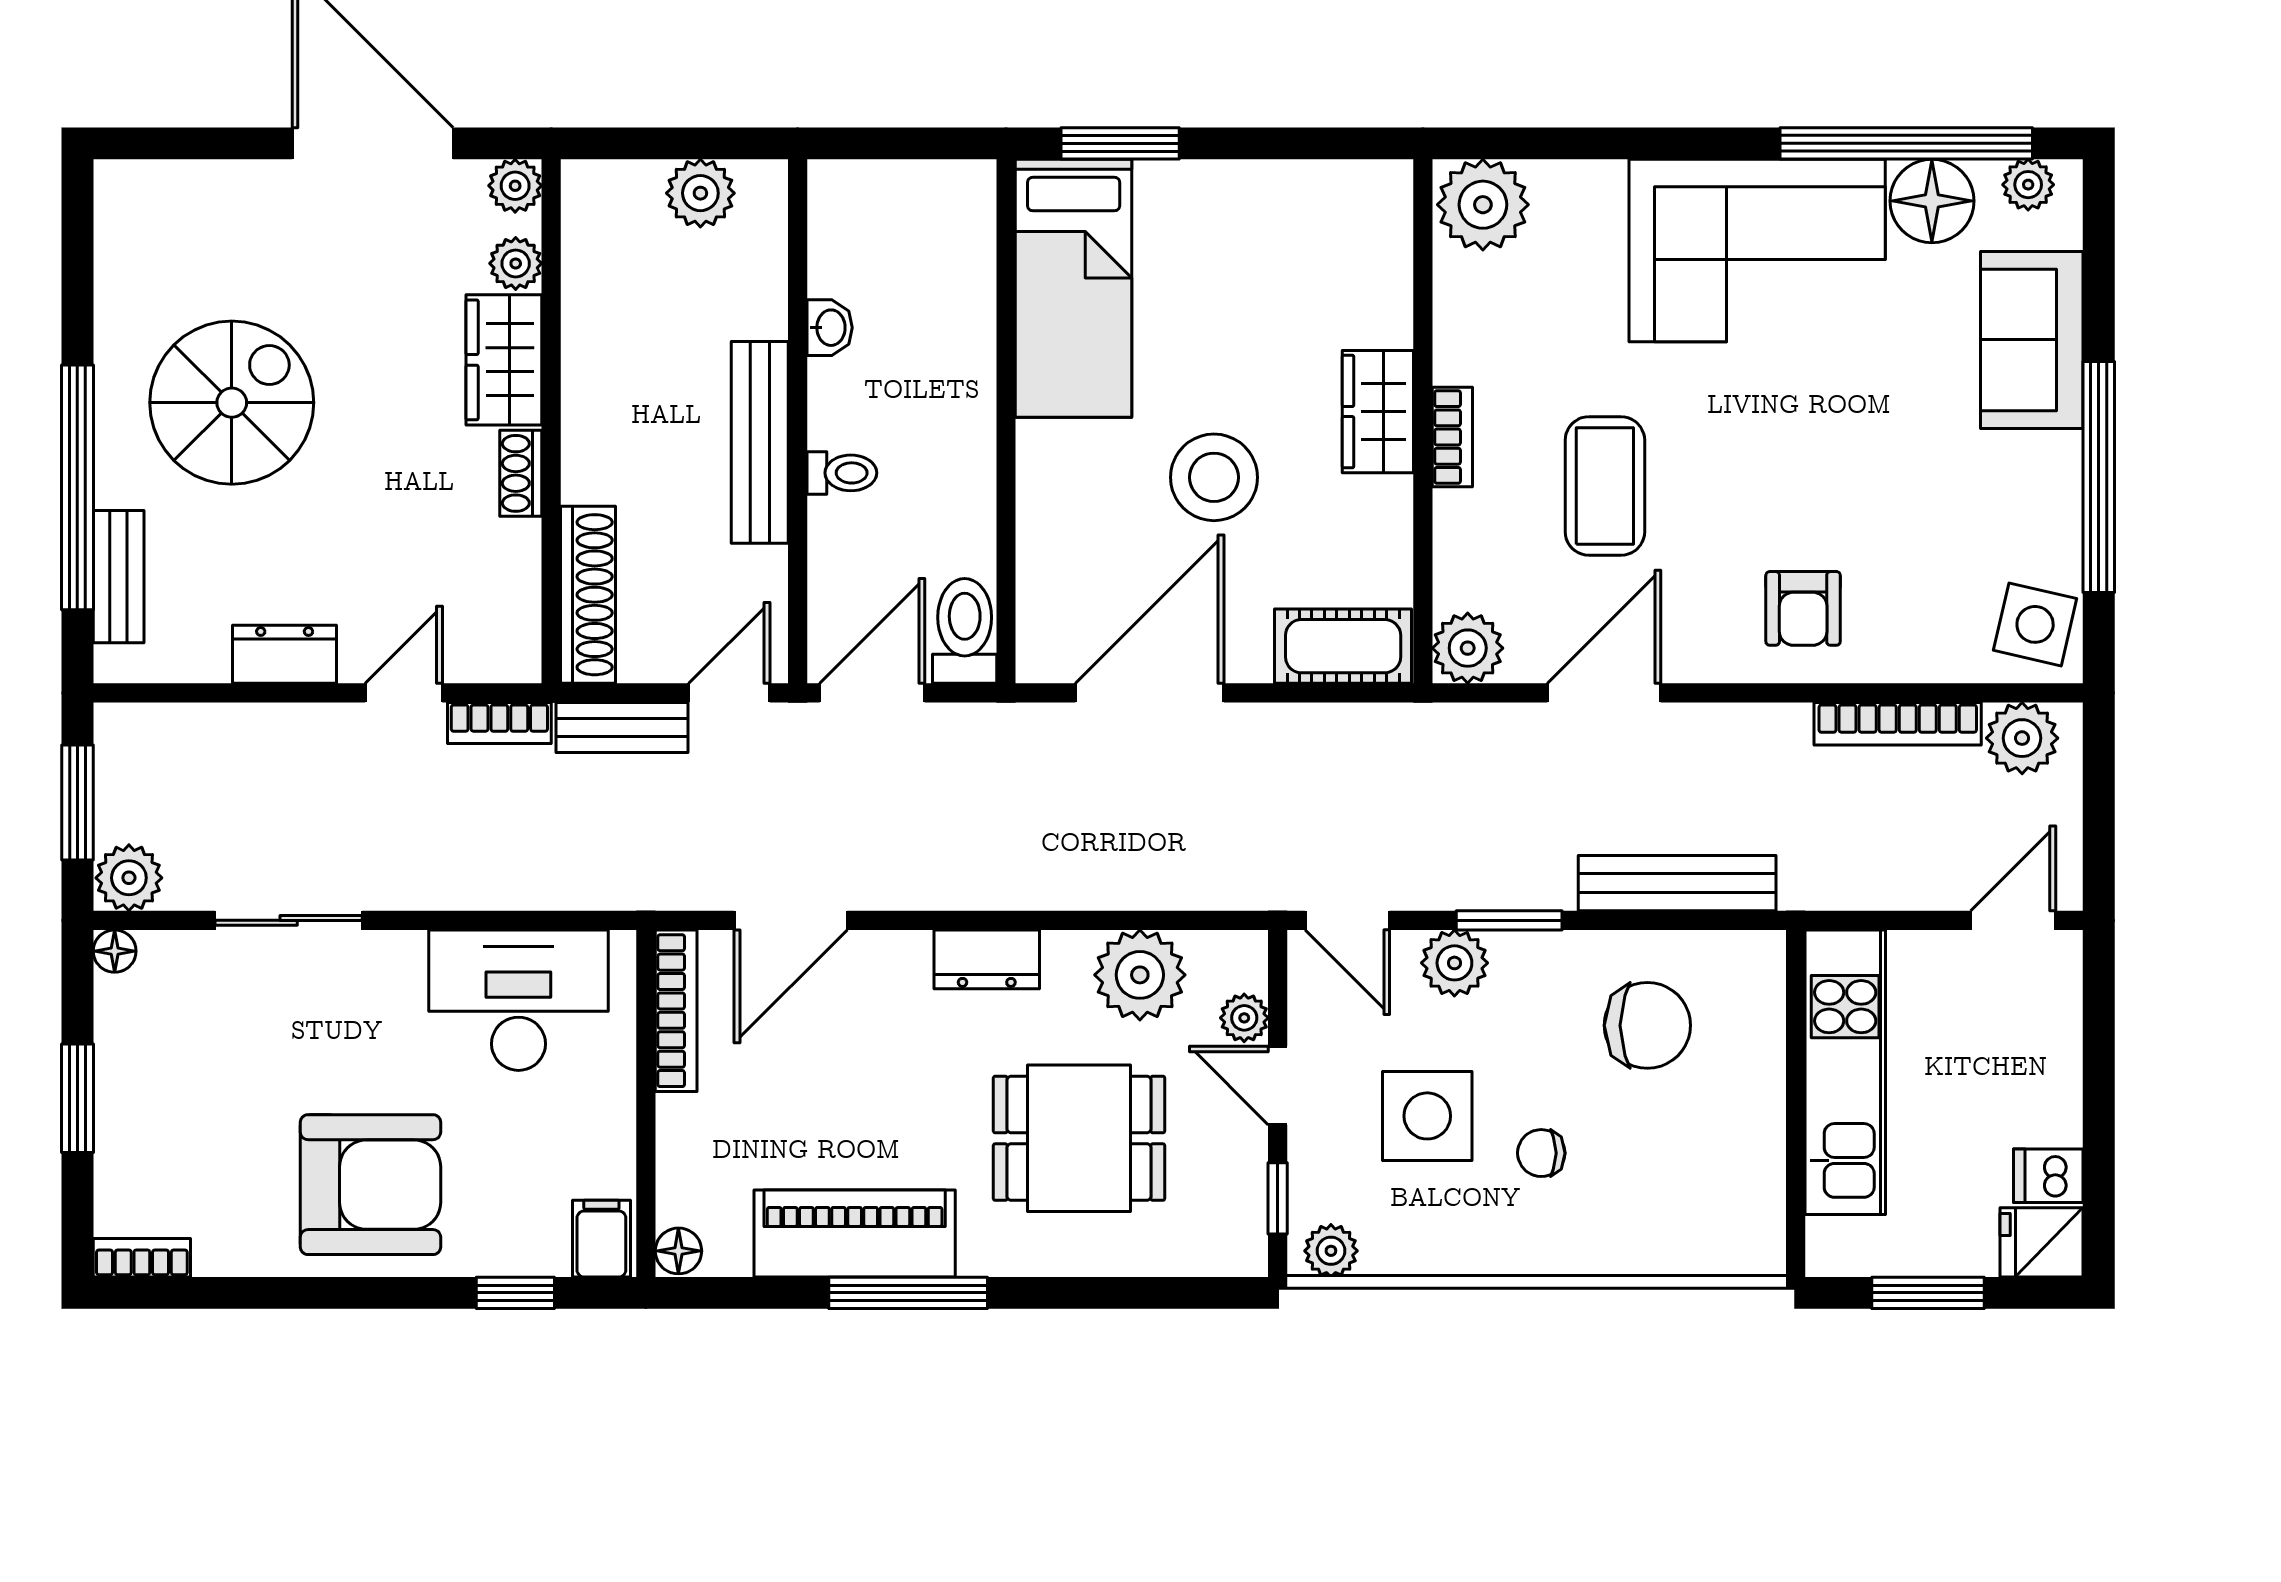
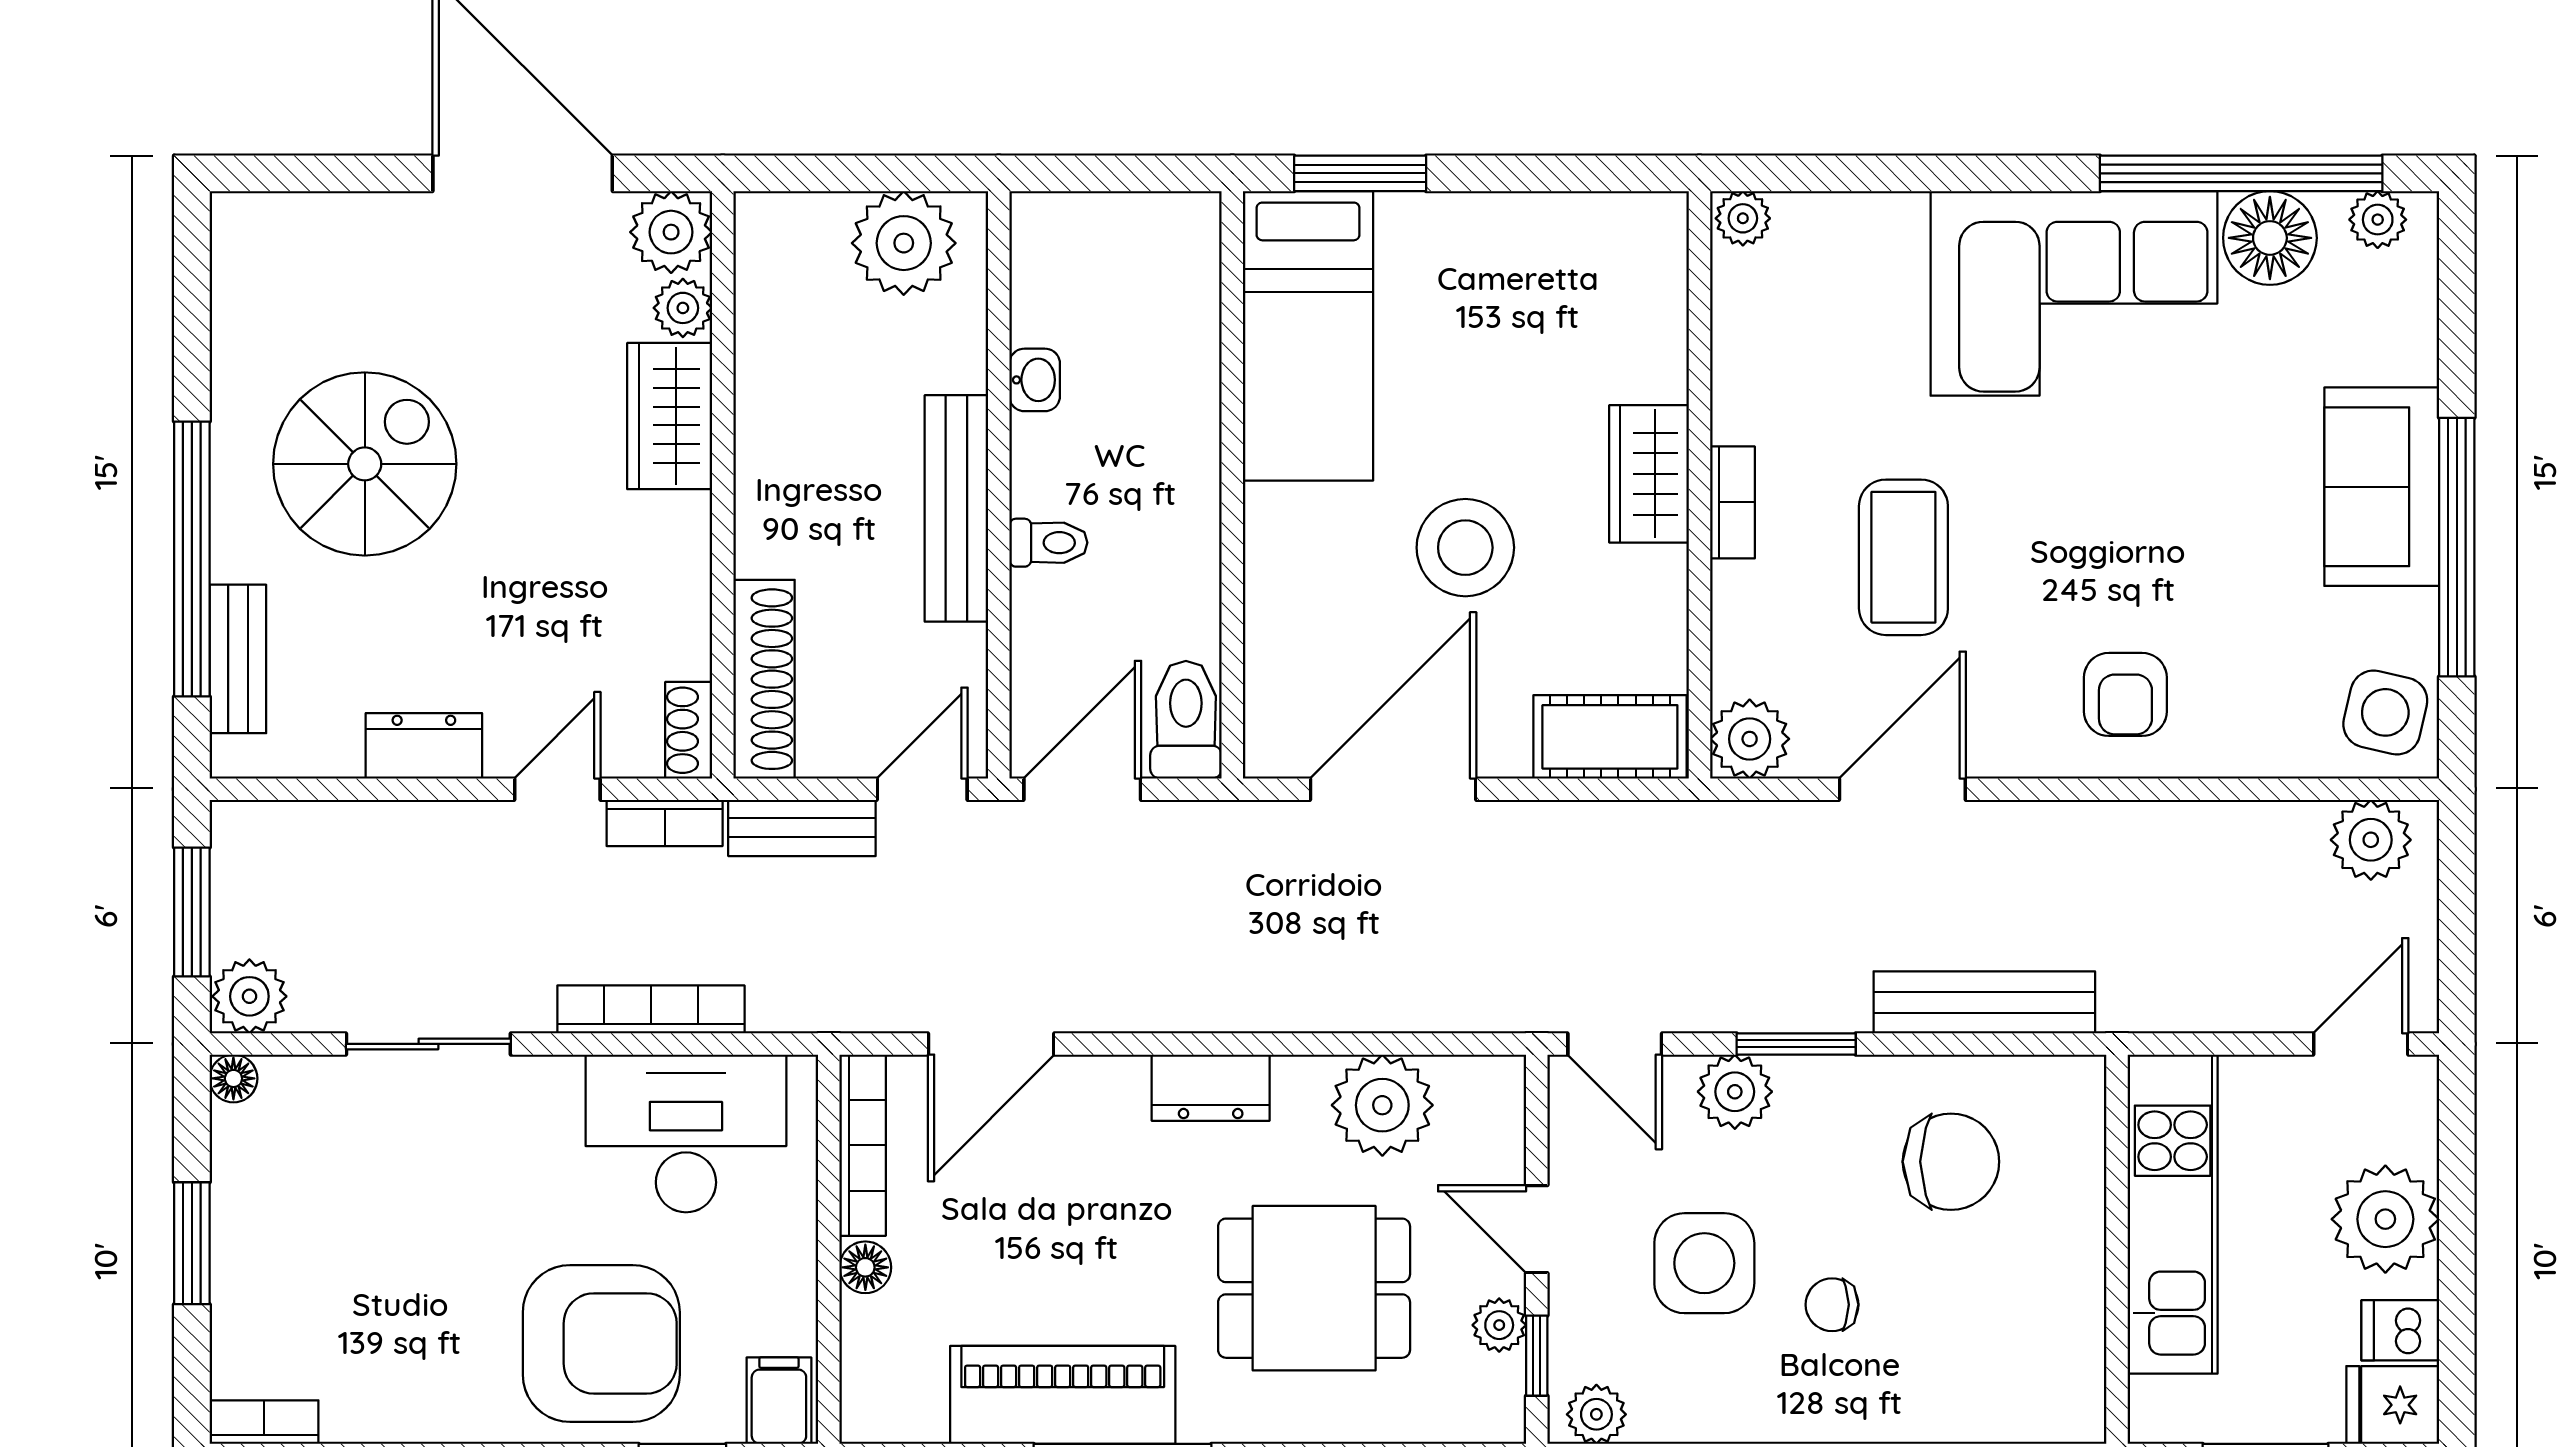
plant: (515, 186) -> (671, 232), width x1.38, depth x1.38
plant: (700, 193) -> (904, 243), width x1.36, depth x1.36
plant: (1483, 205) -> (1743, 218), width x0.53, depth x0.53
sofa: (2032, 340) -> (2382, 487), moved
shoe rack: (521, 473) -> (689, 730), moved
bookcase: (1898, 724) -> (651, 1009), moved, turned 180
plant: (1244, 1018) -> (1499, 1325), moved
plant: (2035, 1077) -> (2385, 1219), added
armchair: (371, 1185) -> (601, 1343), moved
floor lamp: (678, 1251) -> (865, 1267), moved

